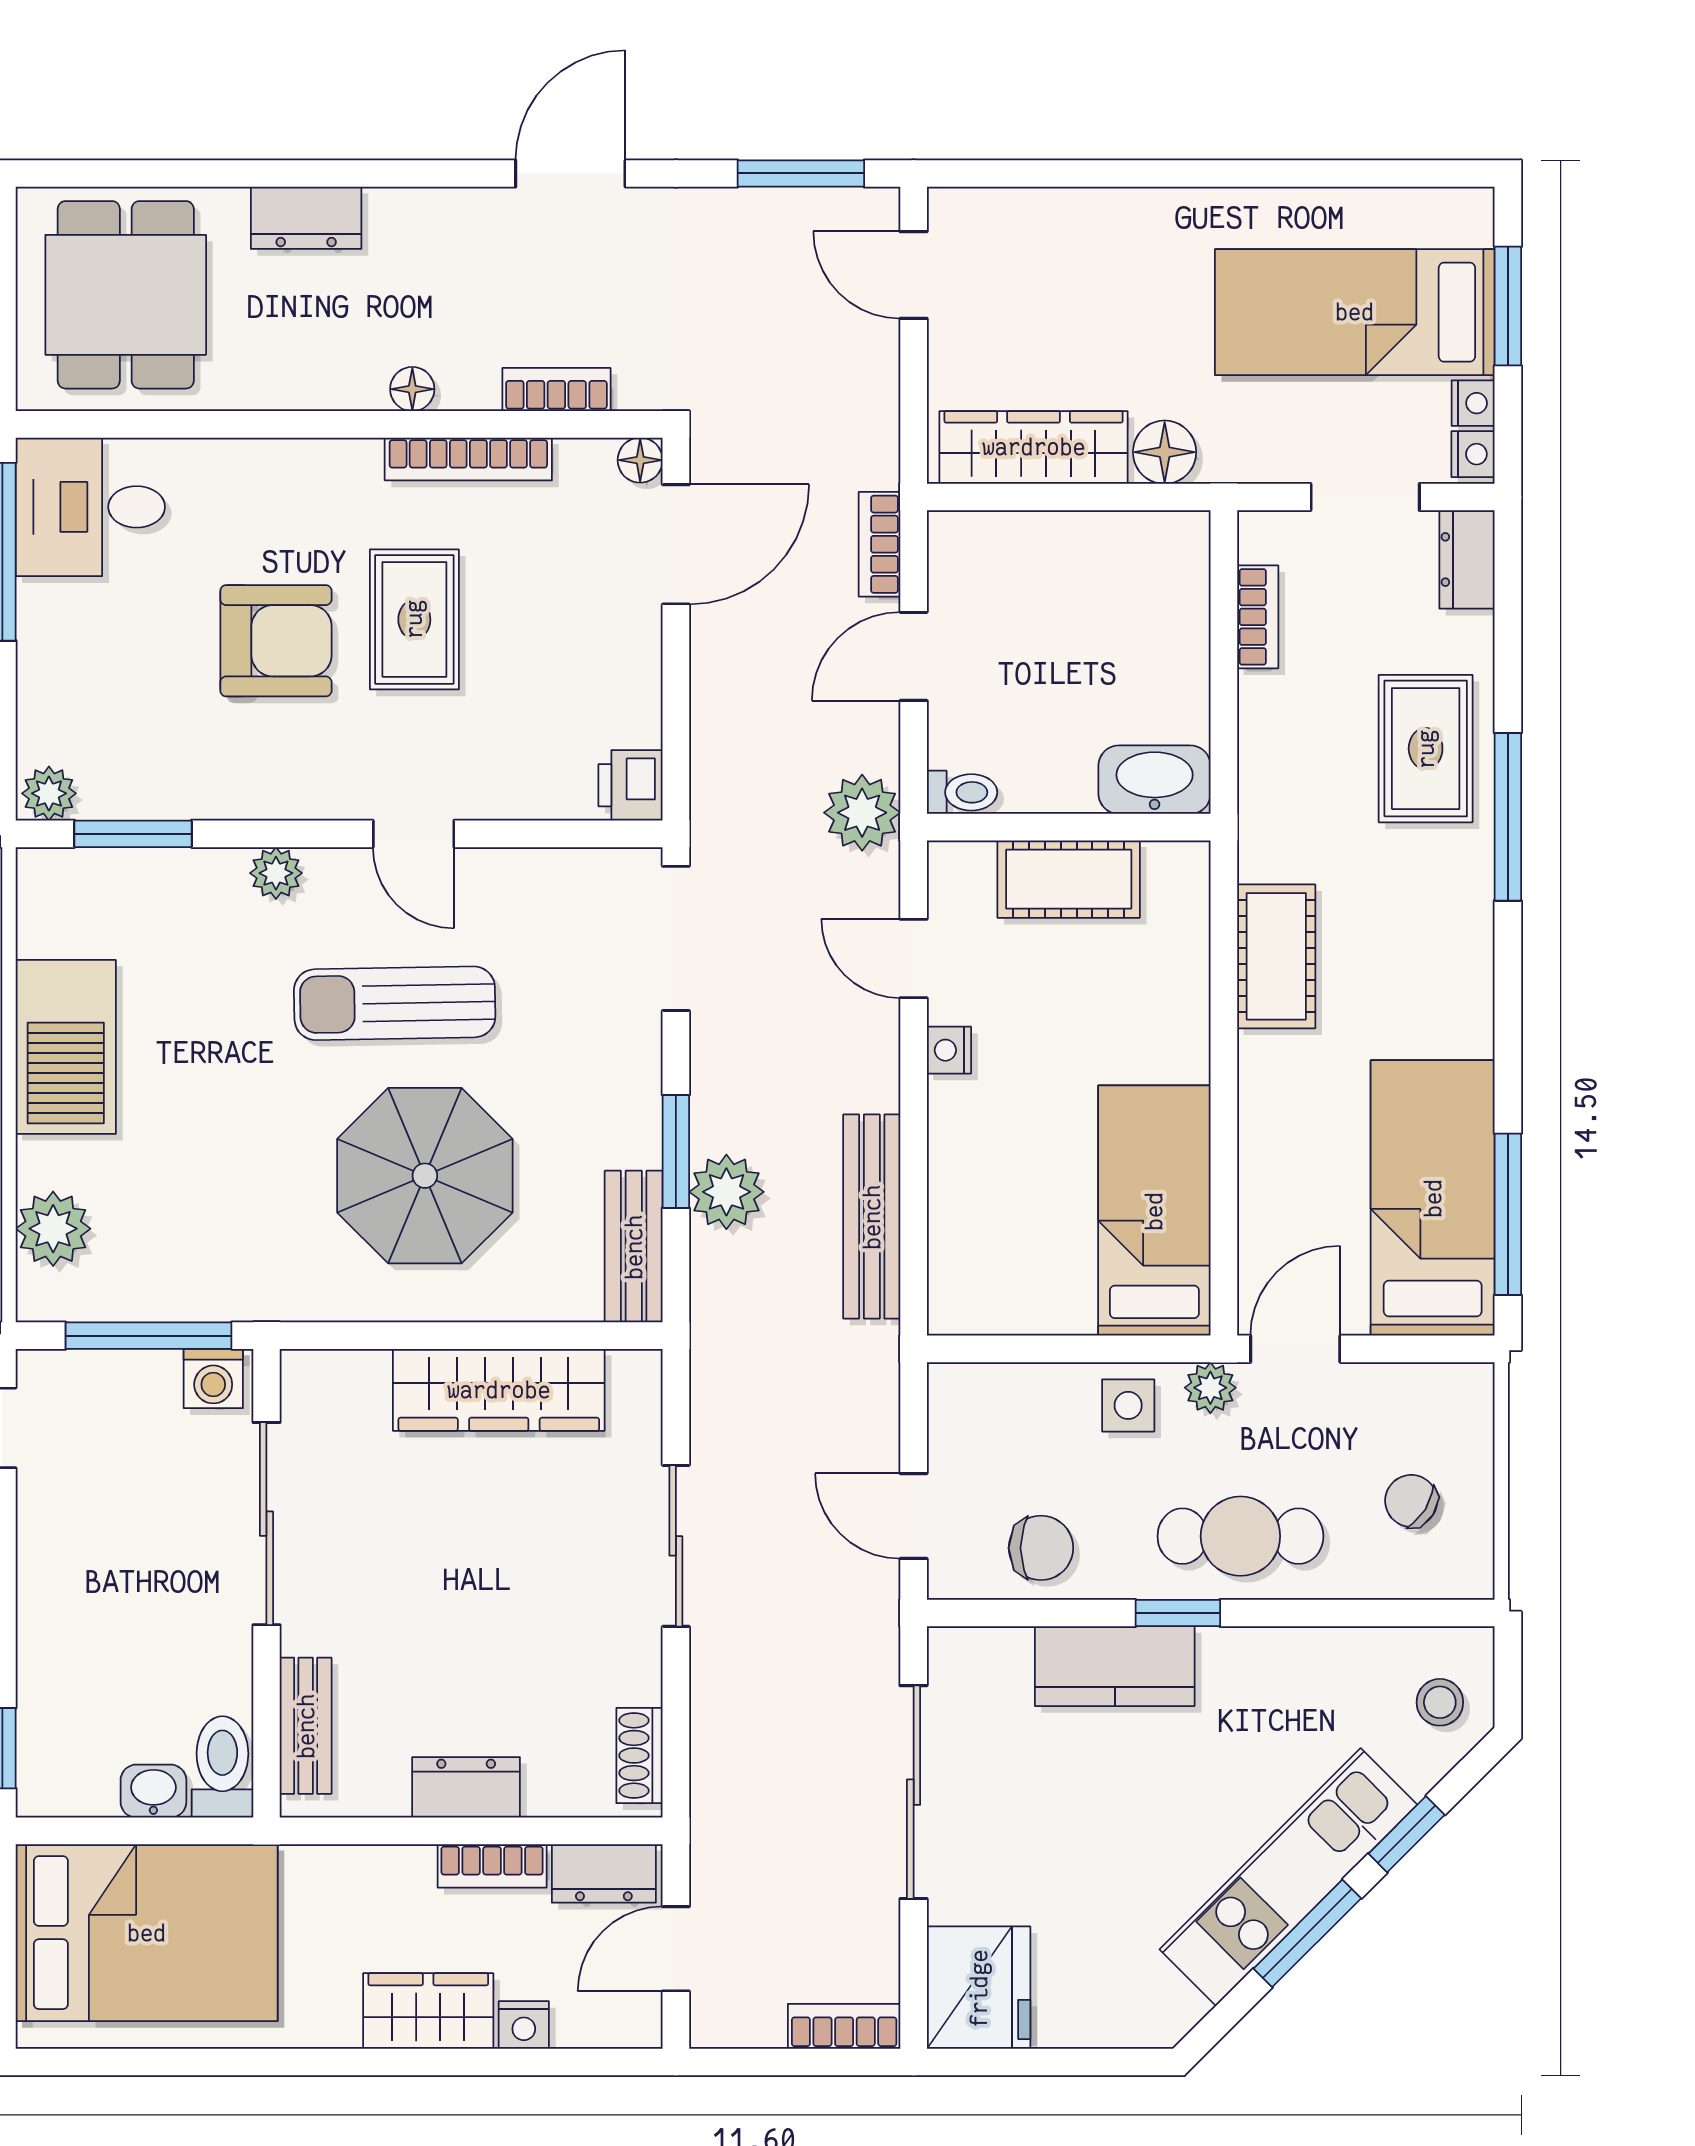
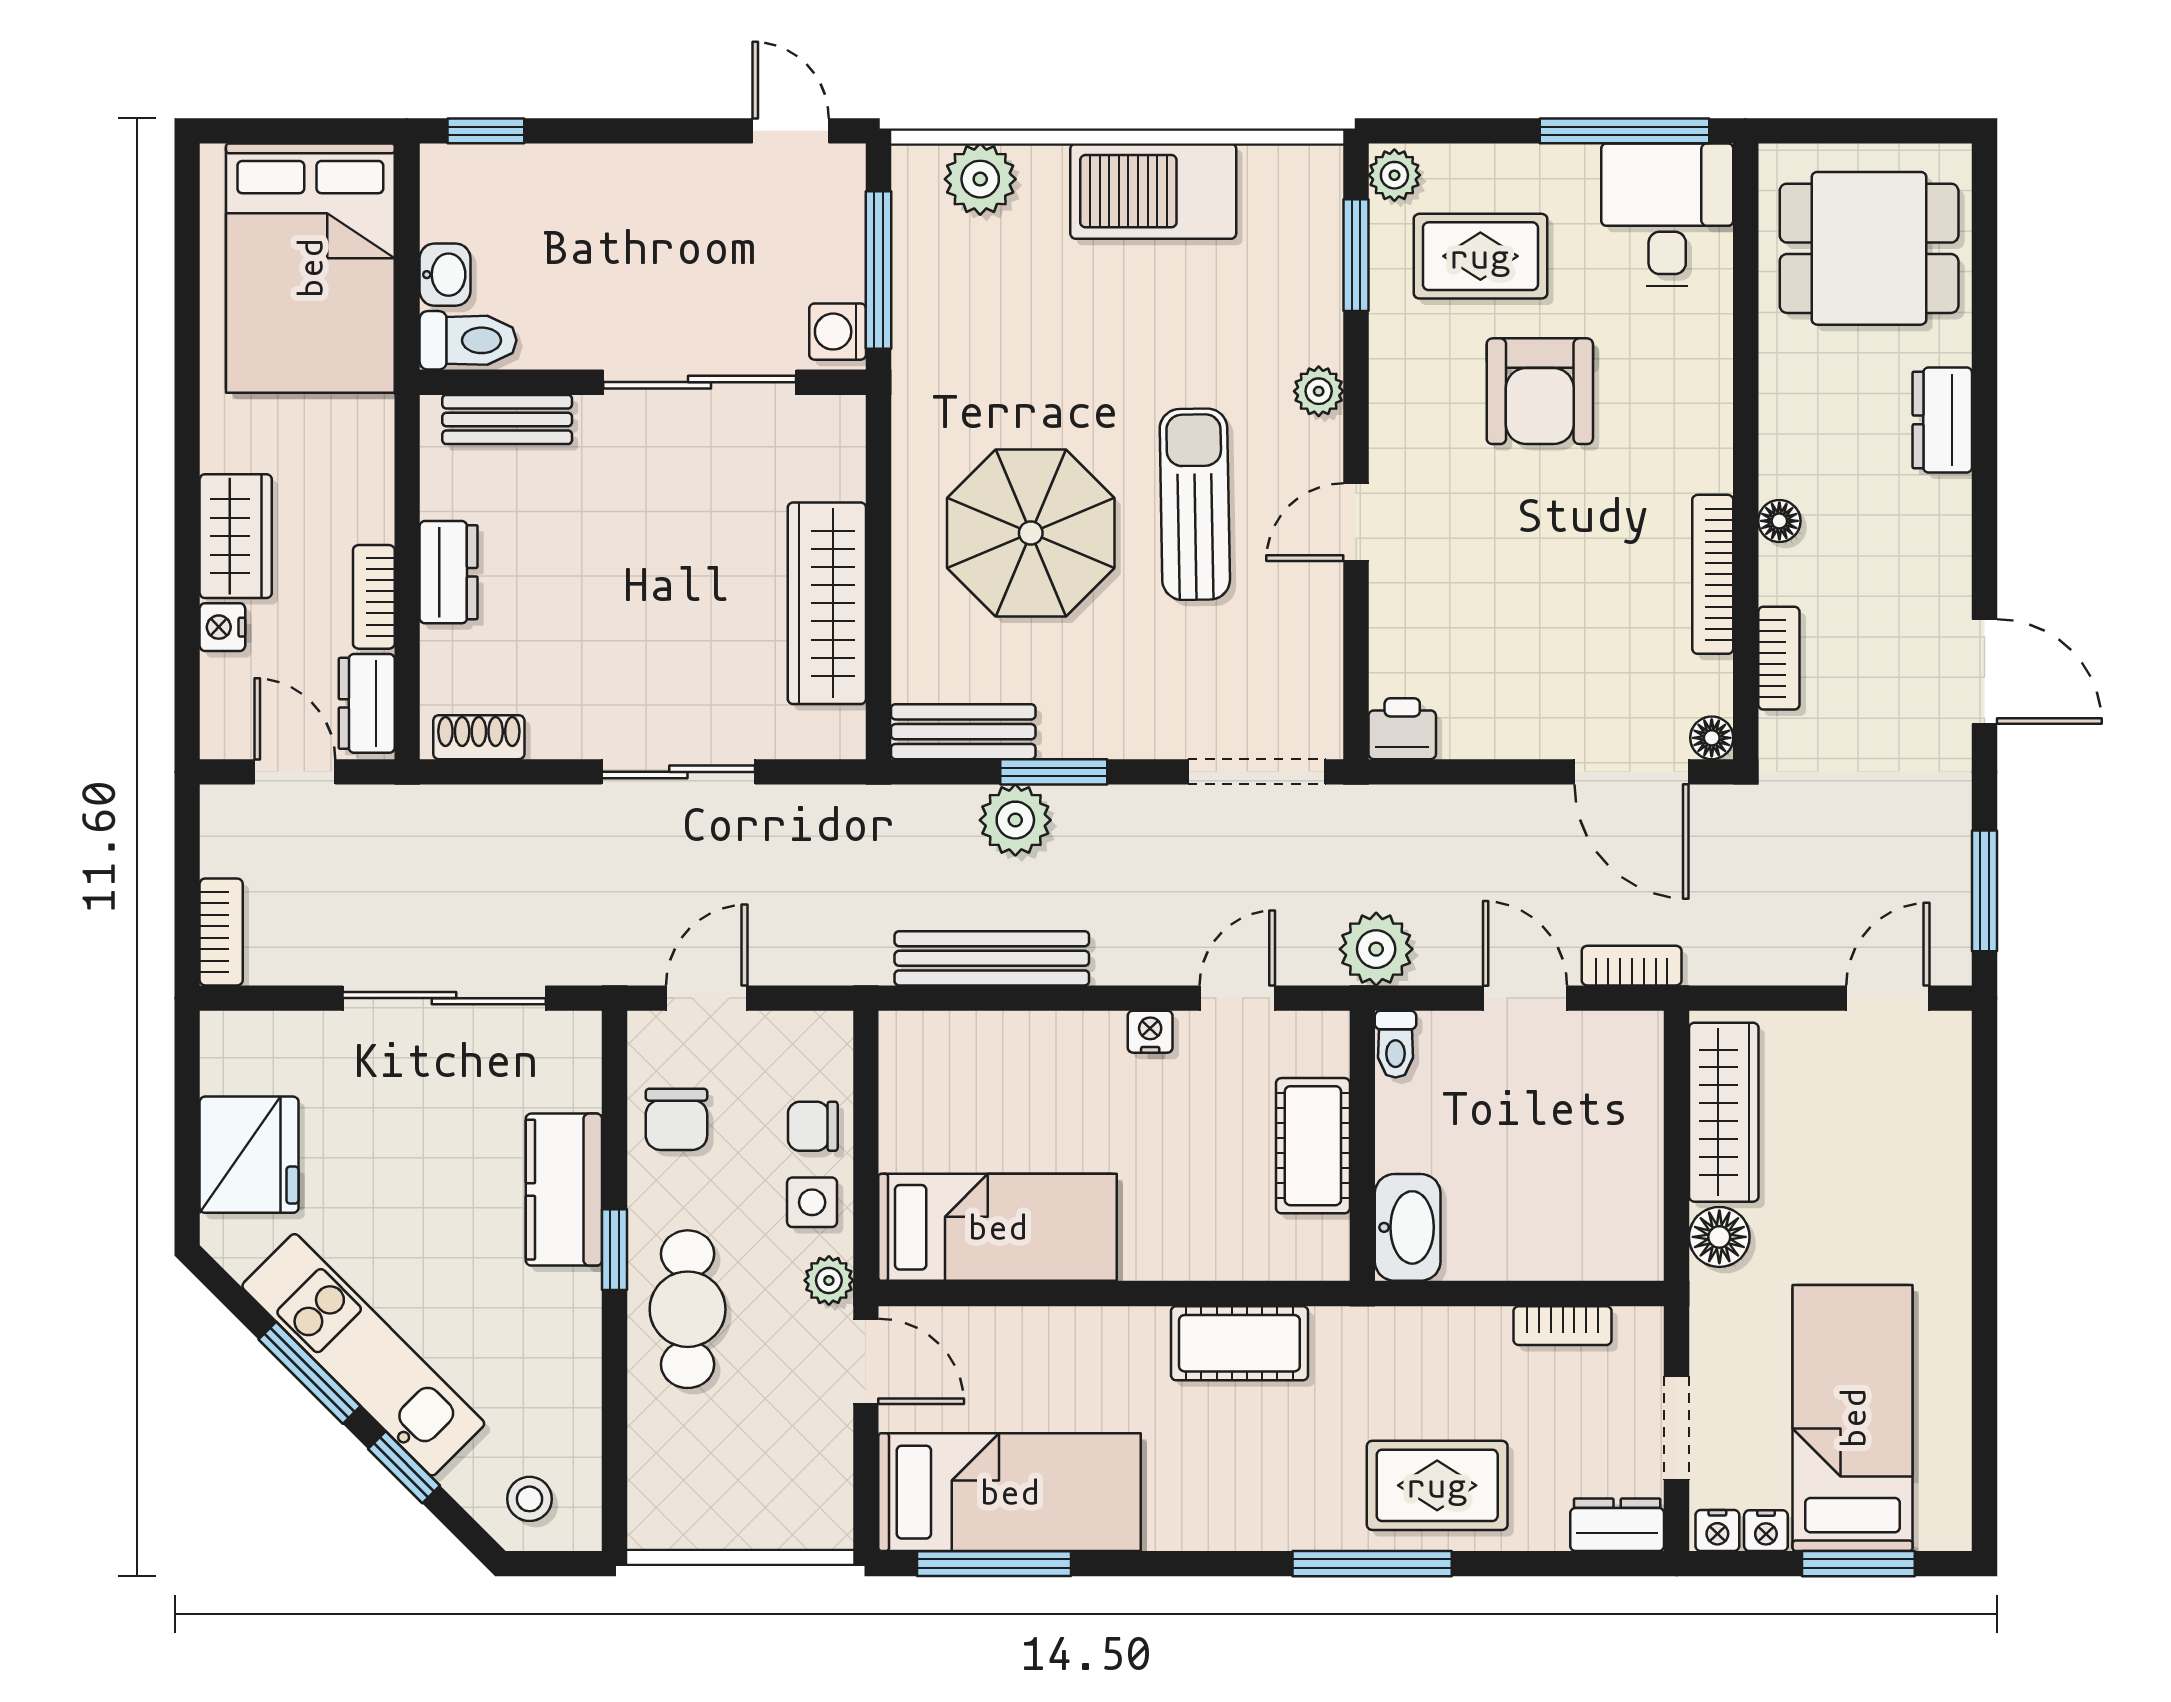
rug: (414, 619) -> (1480, 256), moved
chair: (1411, 1501) -> (813, 1126), moved, turned -122
fridge: (979, 1988) -> (249, 1155), moved, turned -90

